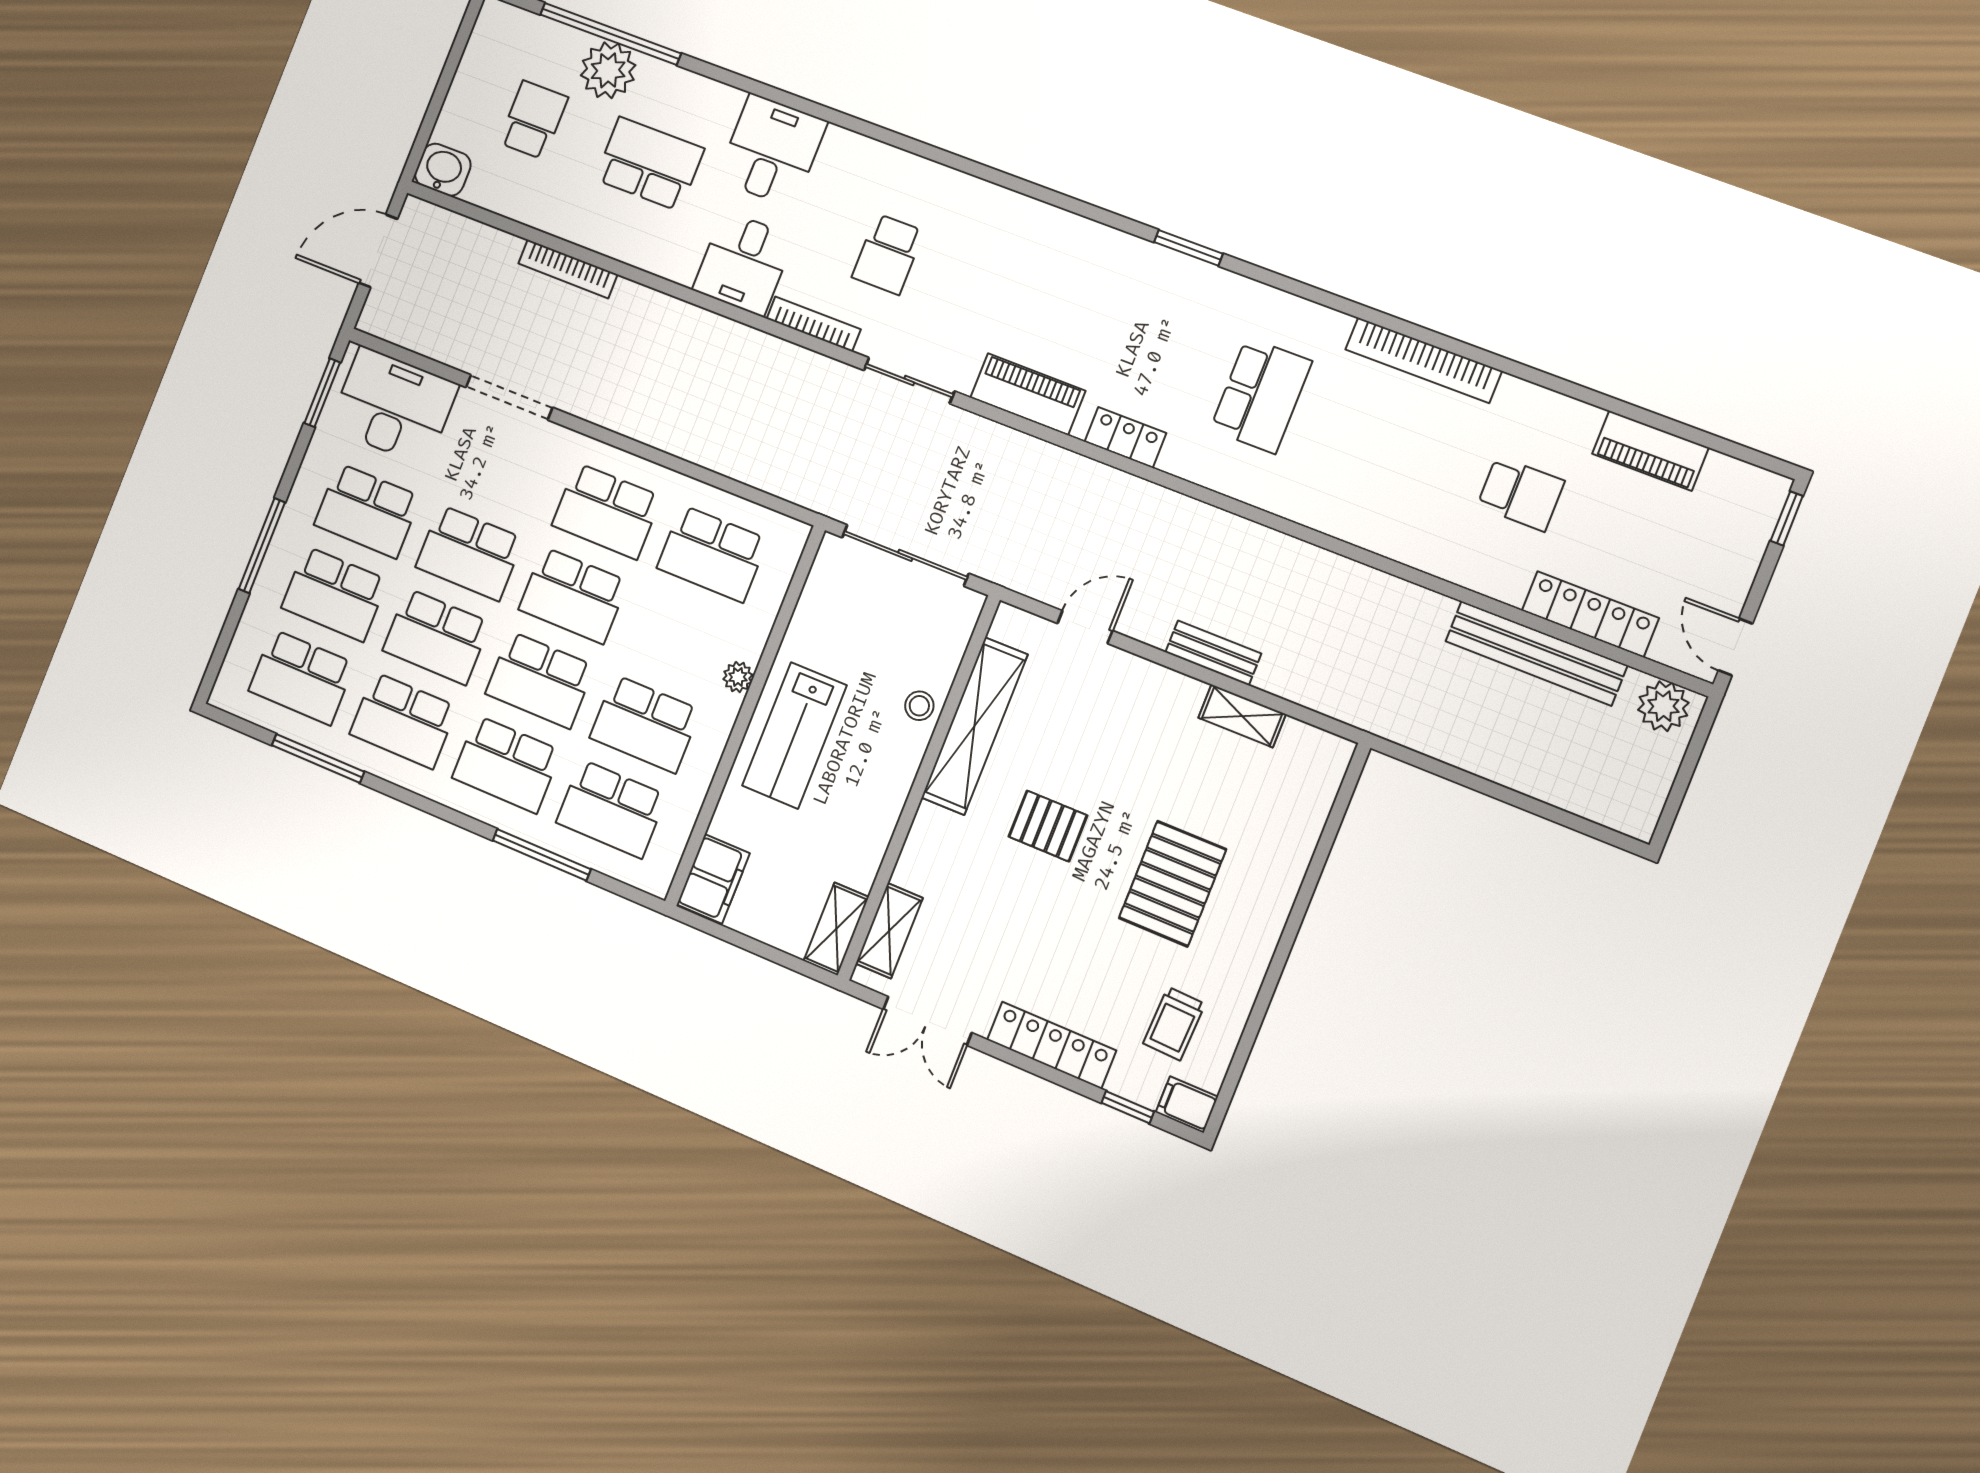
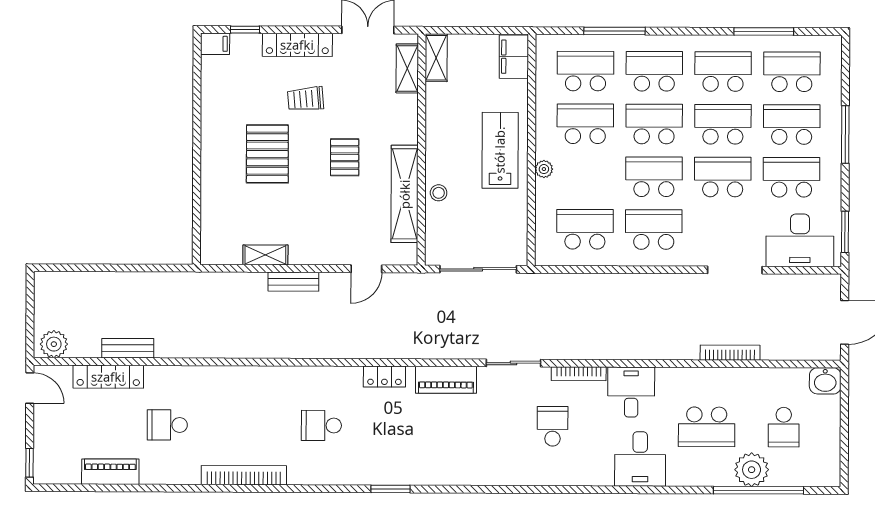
school desk: (1261, 395) -> (321, 425), width x0.54
bench: (1536, 653) -> (128, 348), width x0.54, depth x0.82
pallet: (1048, 826) -> (345, 157), turned 90
trolley: (1174, 1024) -> (306, 99), moved, turned -97

